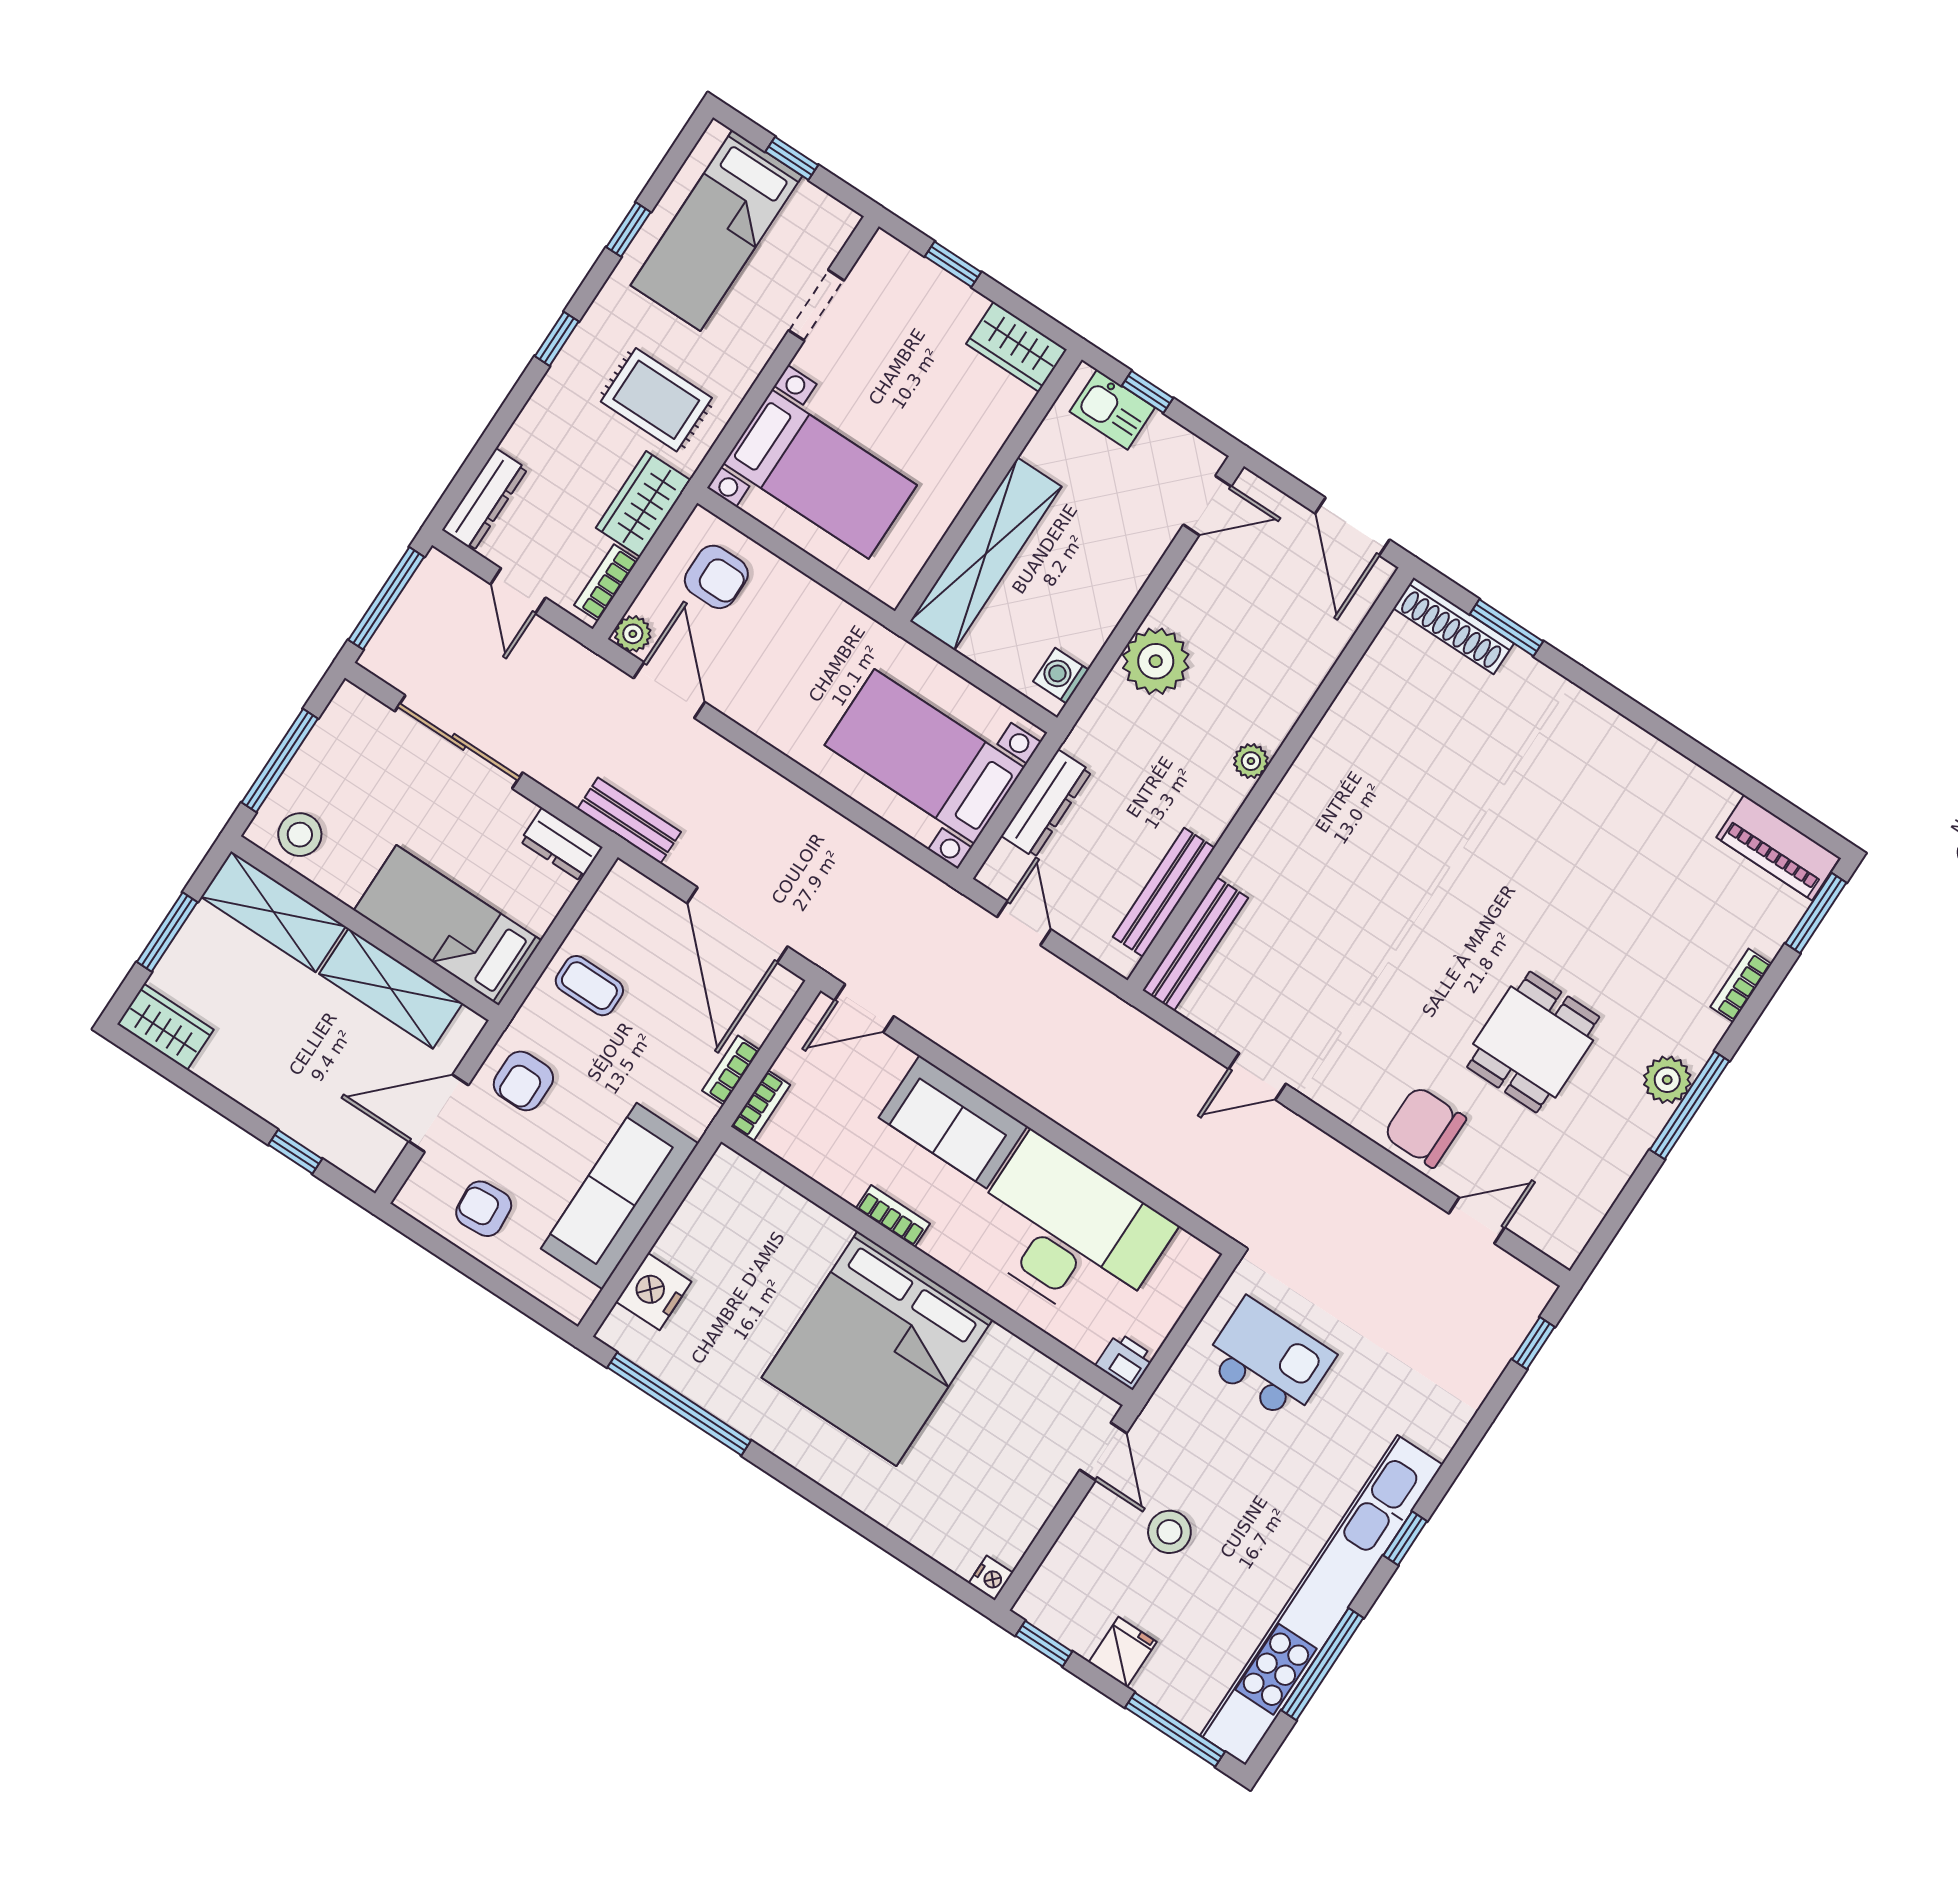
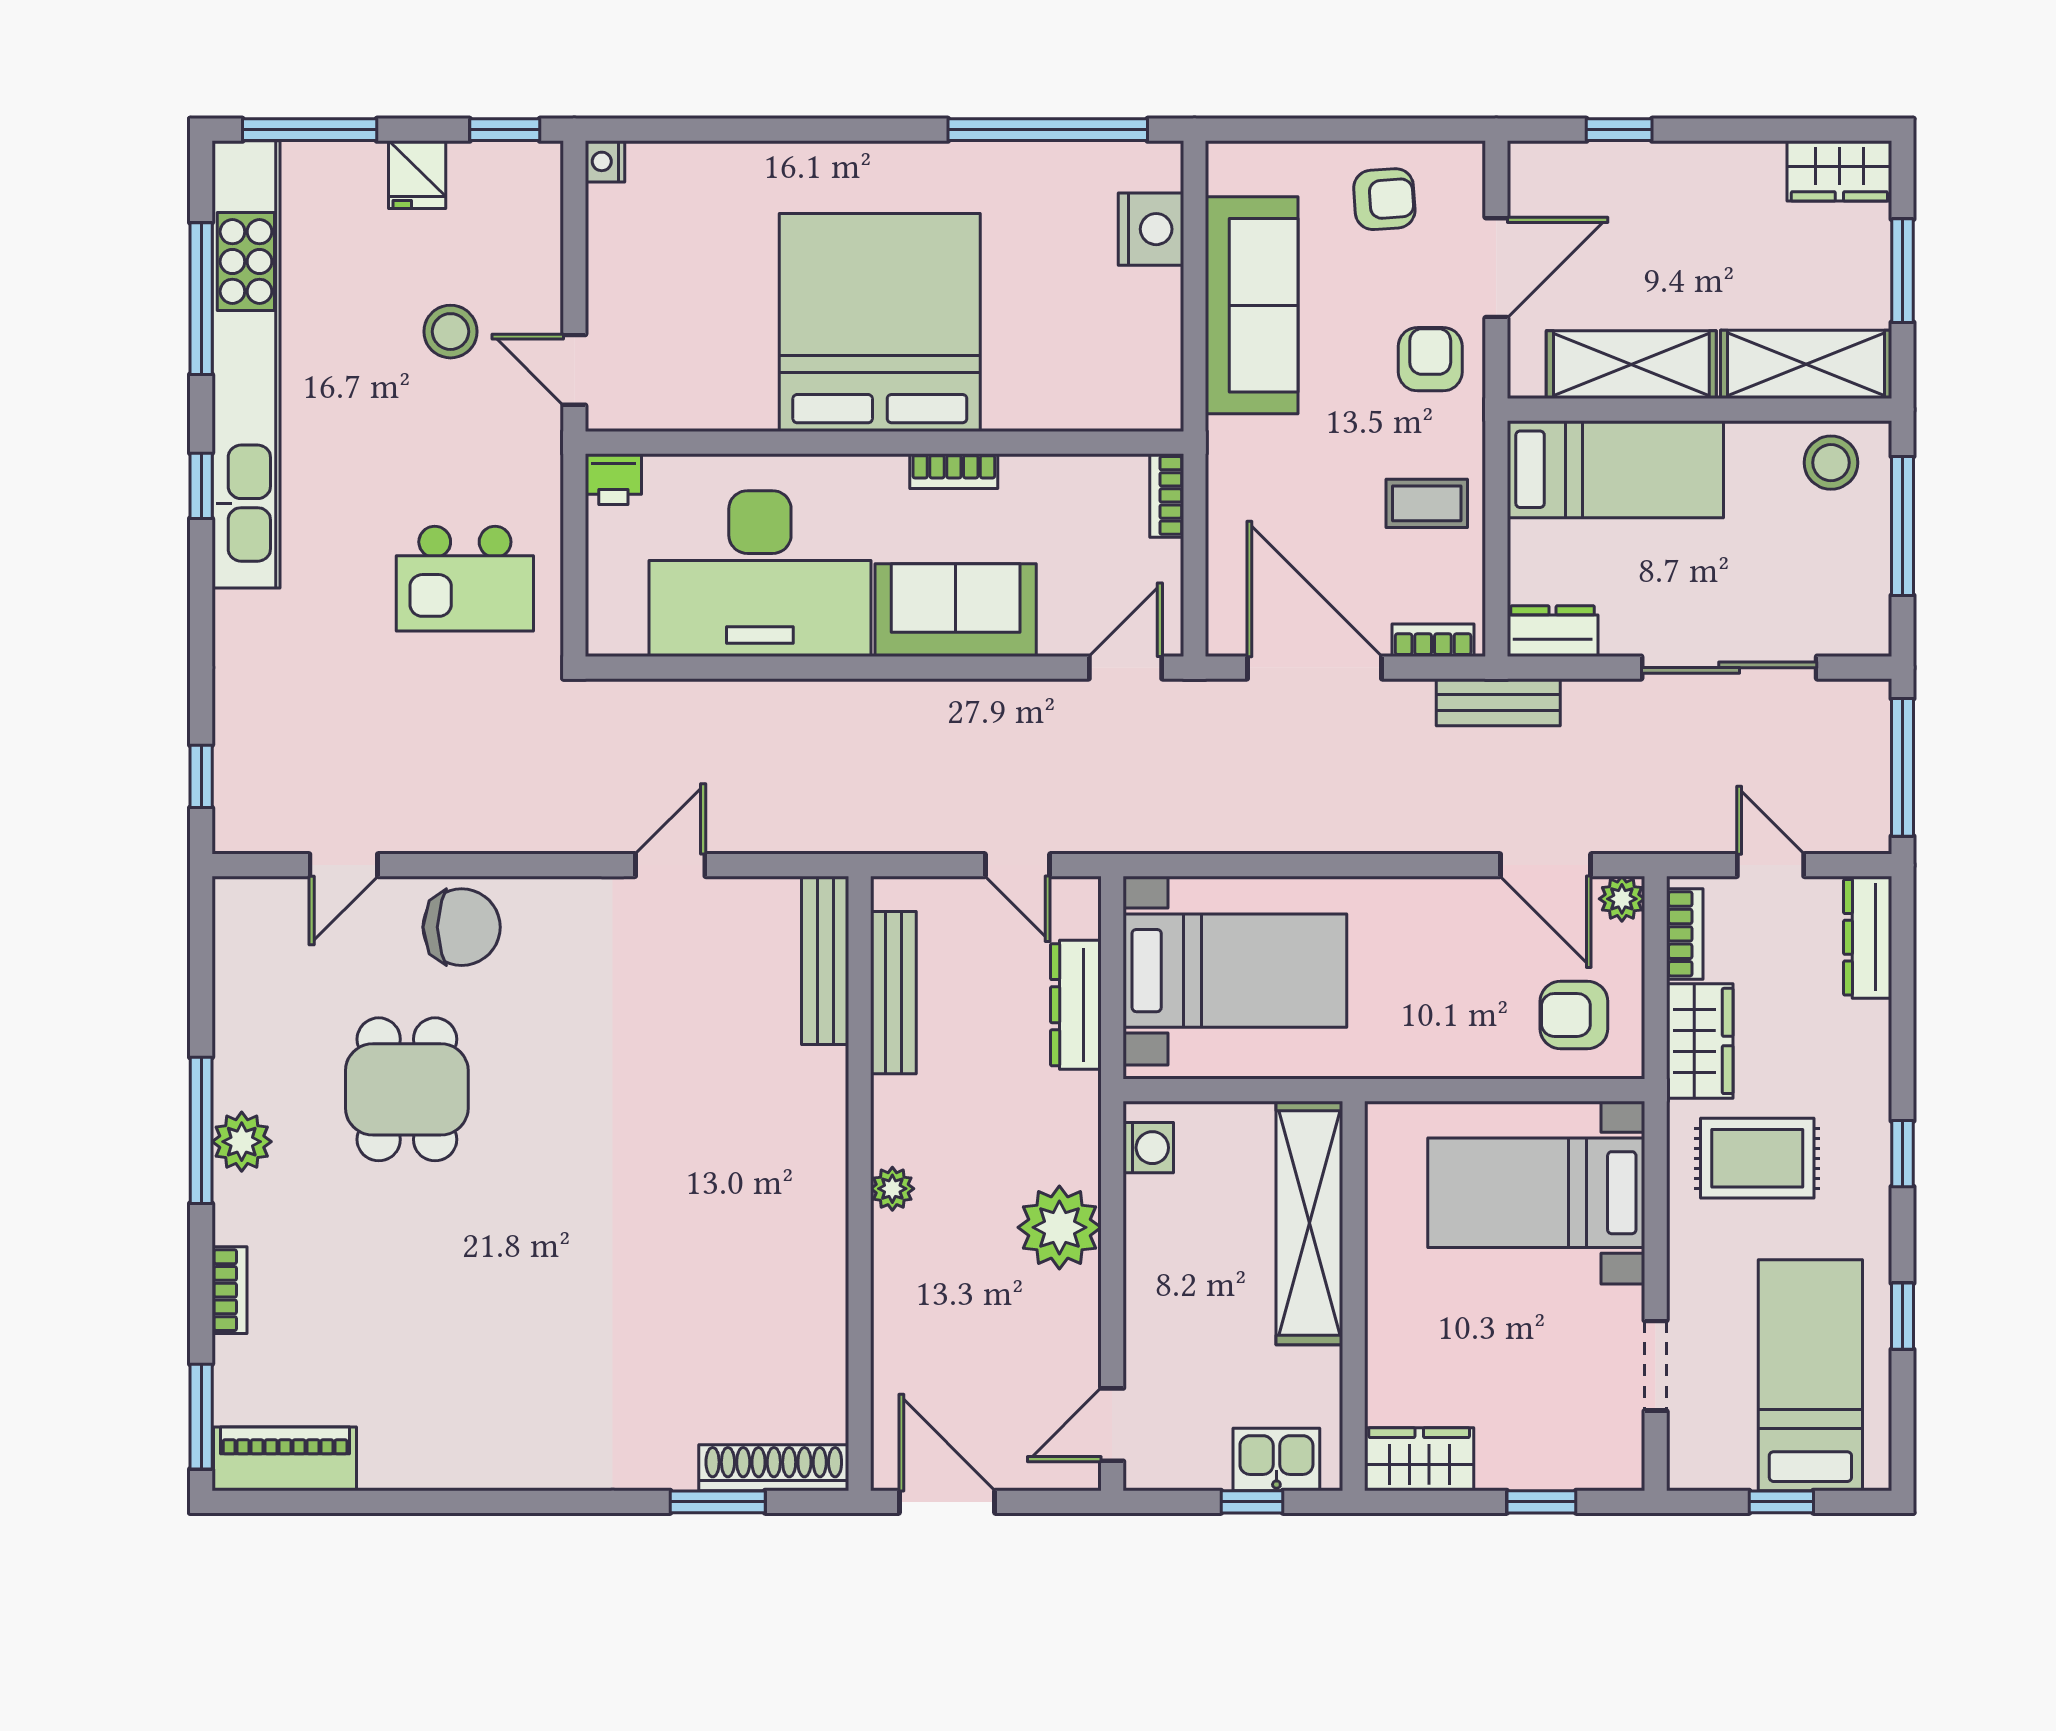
bookcase: (731, 1070) -> (1433, 640), moved, turned -90

